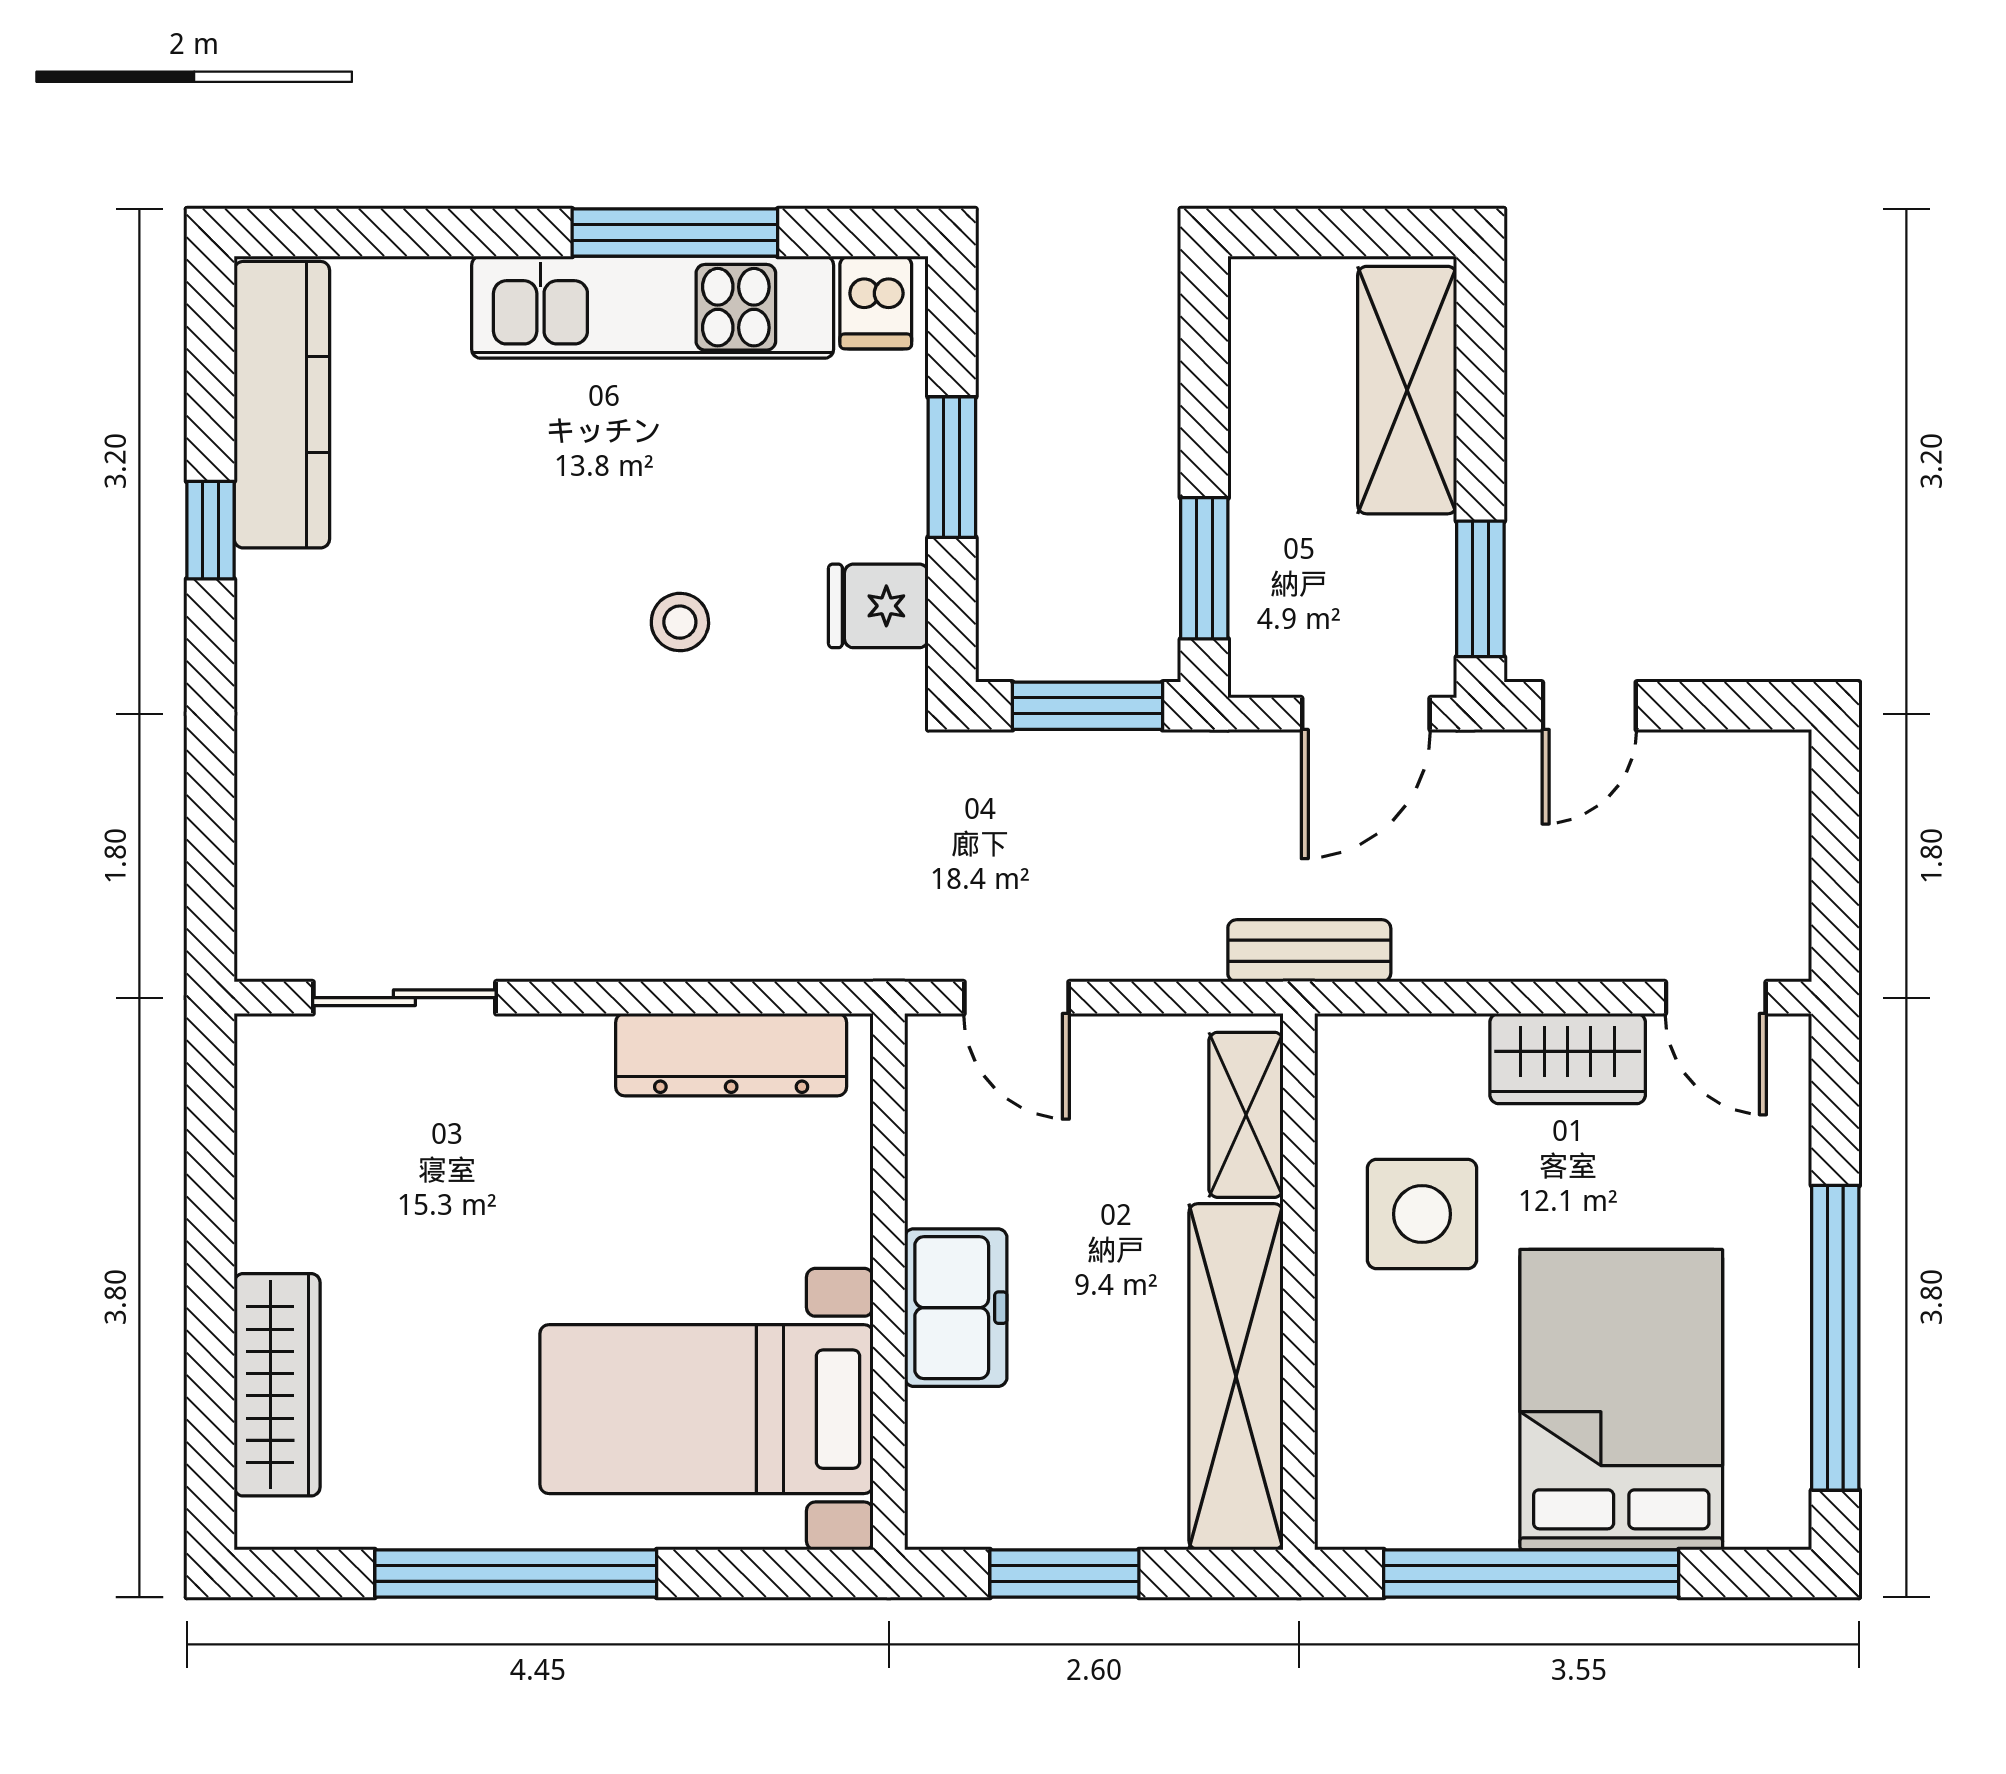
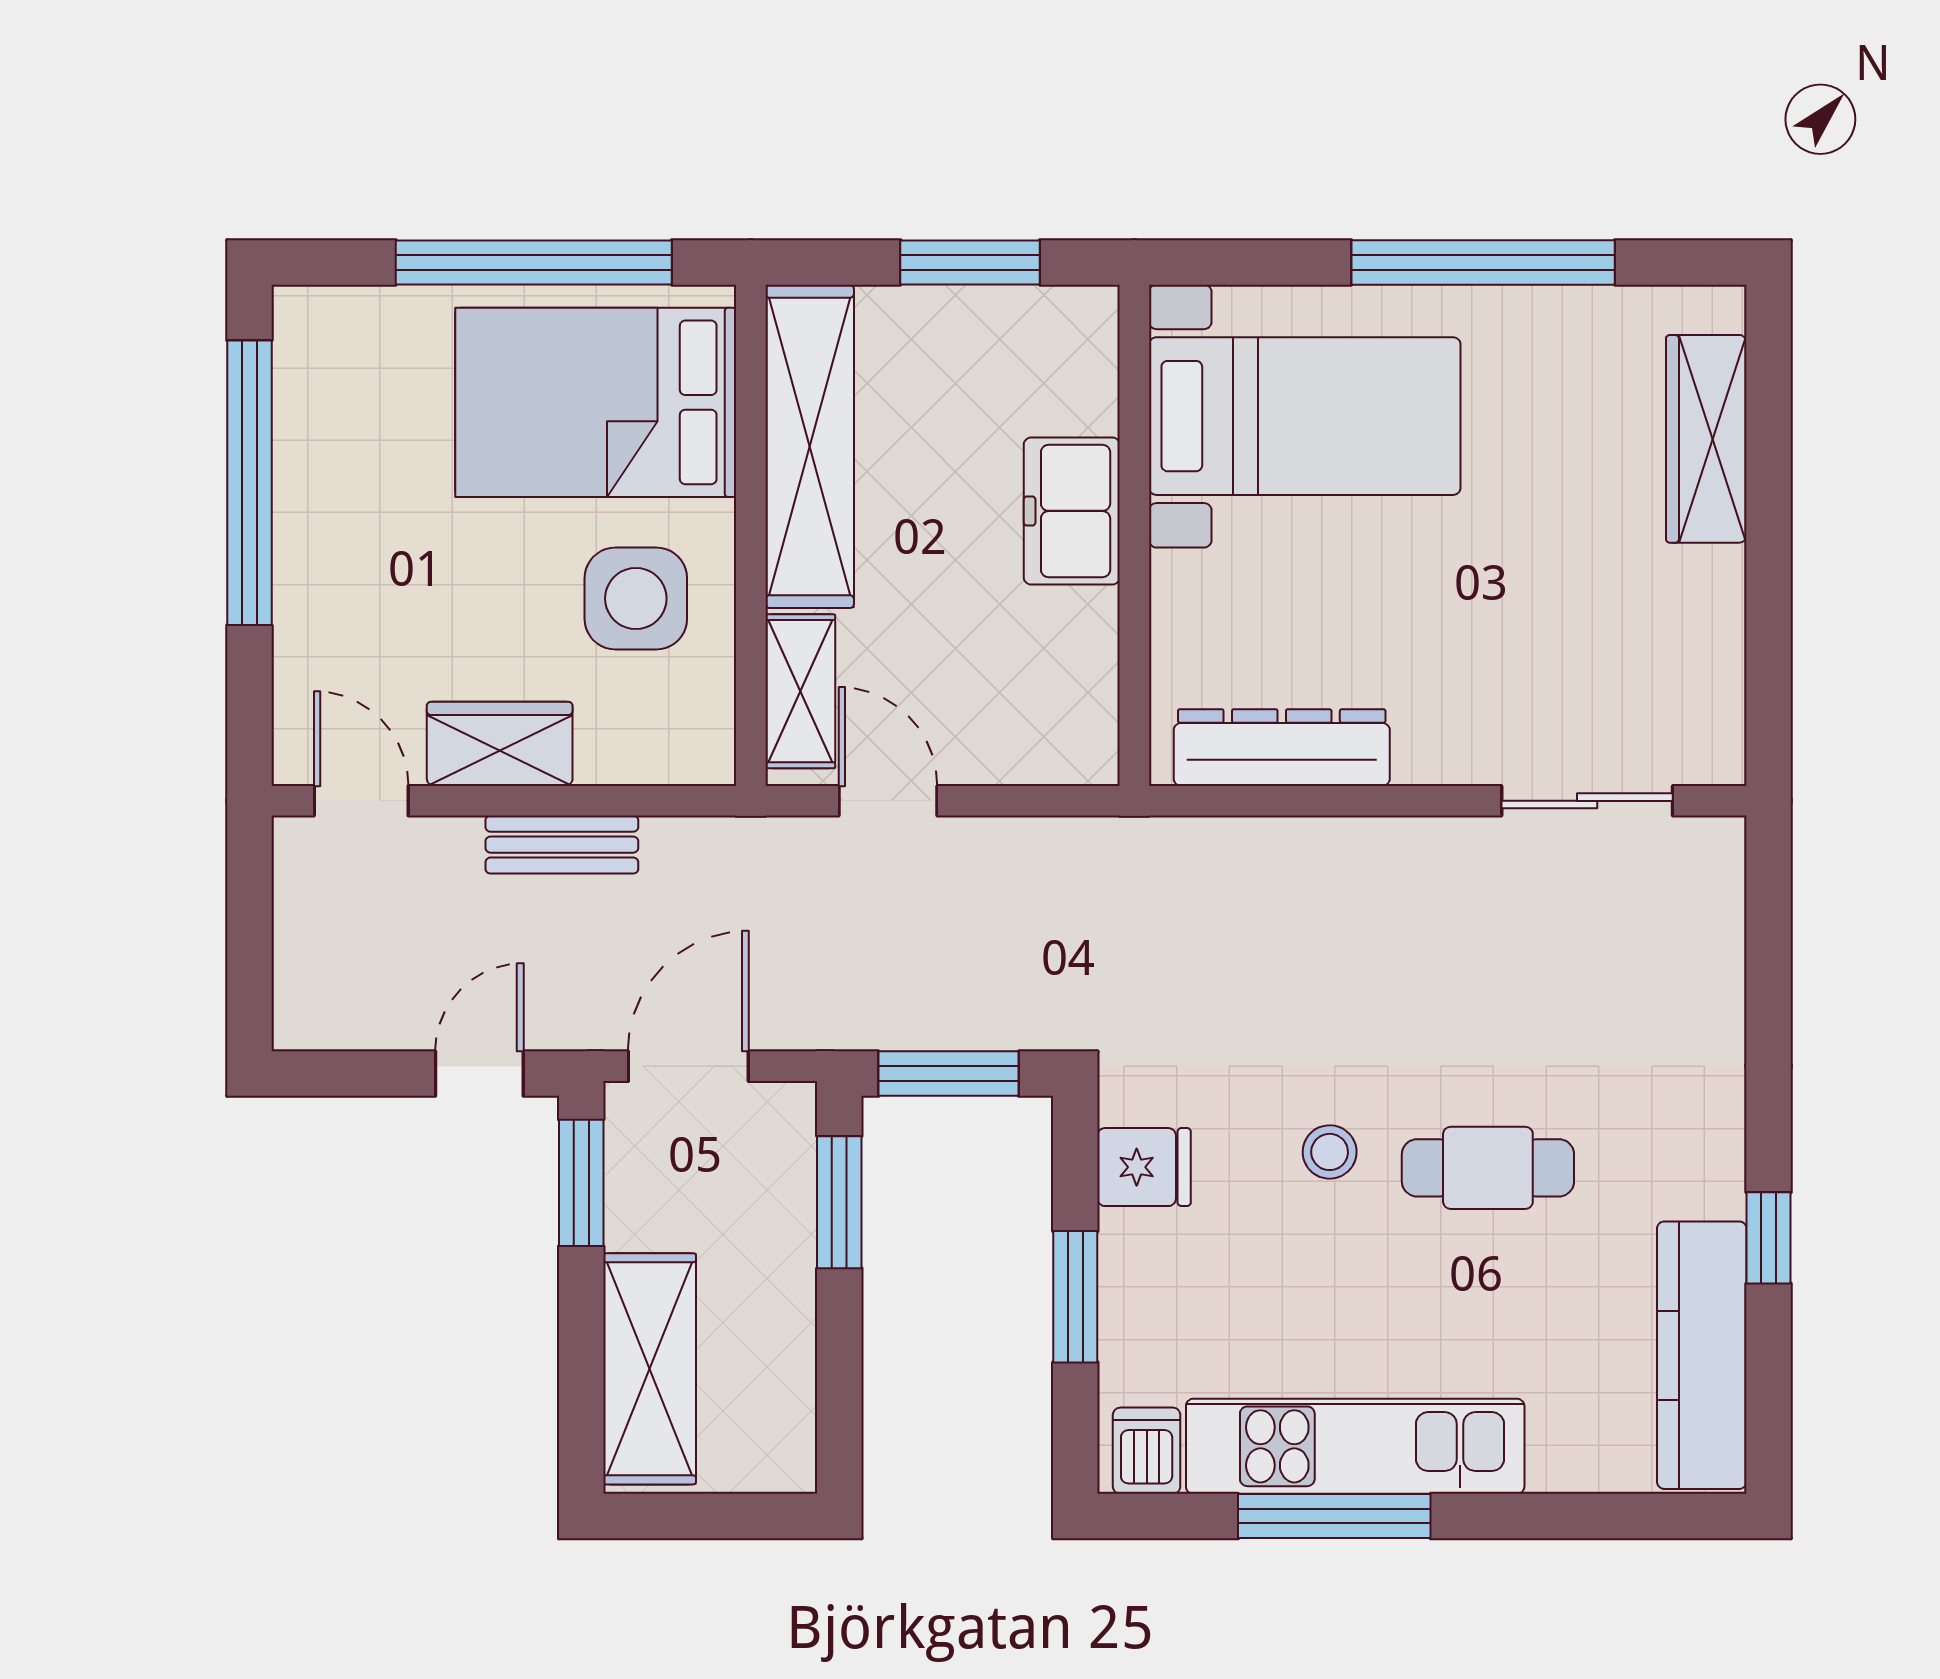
cafe table: (511, 605) -> (1488, 1168), added
bench: (1309, 951) -> (562, 845), moved
door: (1017, 998) -> (888, 801), moved
bed: (1621, 1400) -> (596, 402), moved, turned 90

